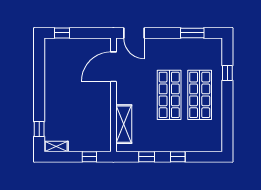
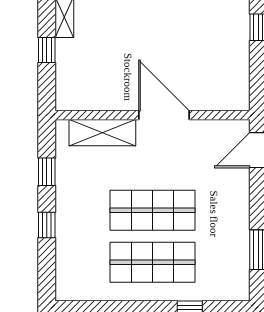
door: (113, 67) -> (164, 115), moved
window: (89, 157) -> (47, 50), moved

